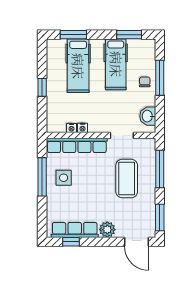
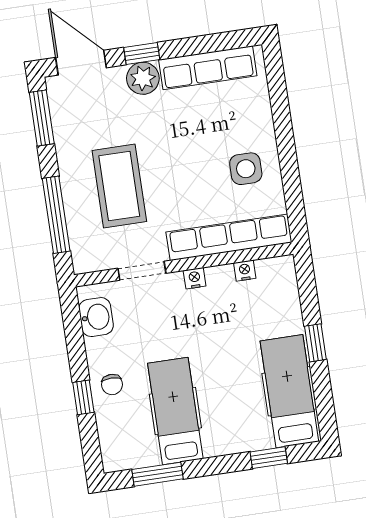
window: (73, 35) -> (269, 458), width x0.67
hospital bed: (78, 66) -> (289, 391), moved
window: (160, 78) -> (83, 397), width x0.46
nightstand: (83, 128) -> (195, 278), moved
window: (42, 177) -> (289, 164), removed
window: (71, 242) -> (142, 54), moved

